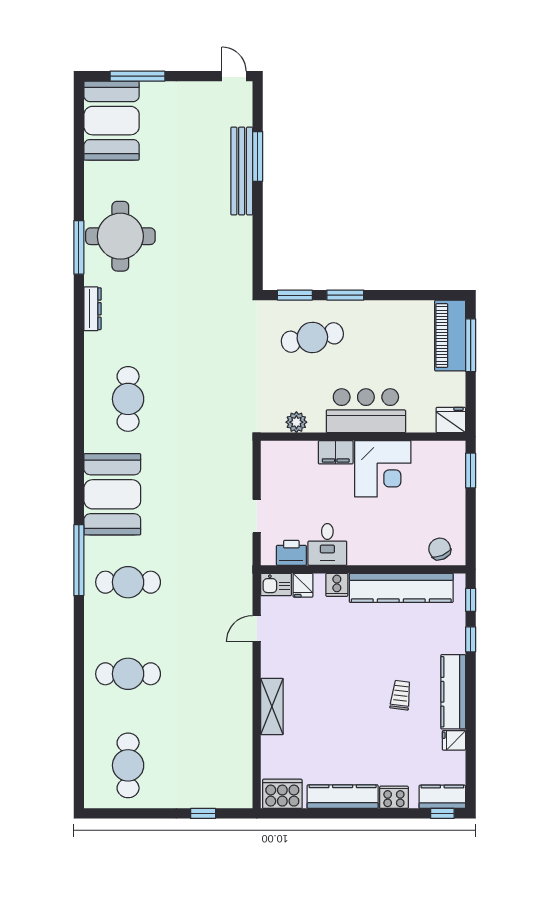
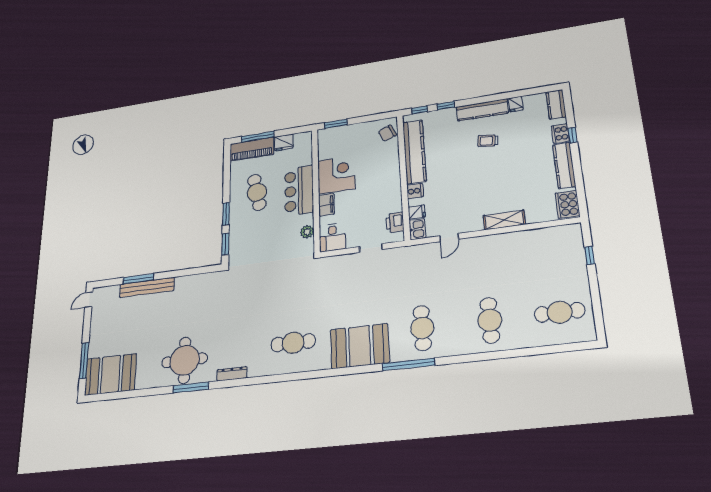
cafe table: (312, 338) -> (257, 192), moved
fridge: (451, 420) -> (284, 142), moved, turned -90
desk: (327, 544) -> (332, 237), moved, turned 90
door: (257, 629) -> (449, 237), hinge flipped
window: (442, 813) -> (572, 135), moved

